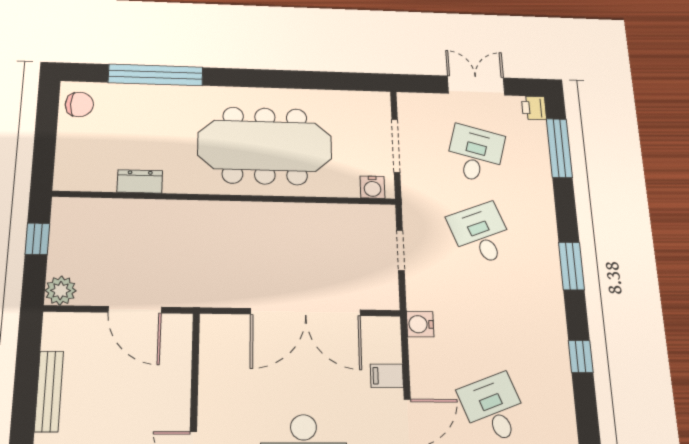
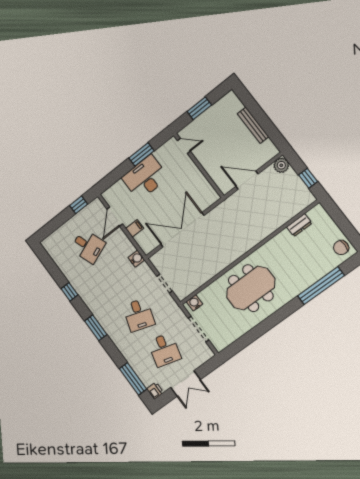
meeting table: (265, 146) -> (251, 288), width x0.73
dresser: (140, 181) -> (299, 225), moved
desk: (481, 234) -> (139, 315), turned 39

